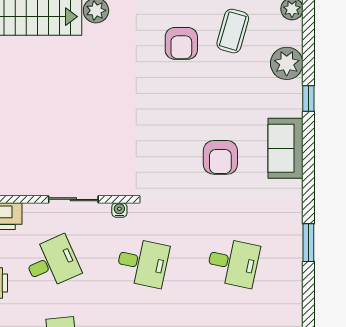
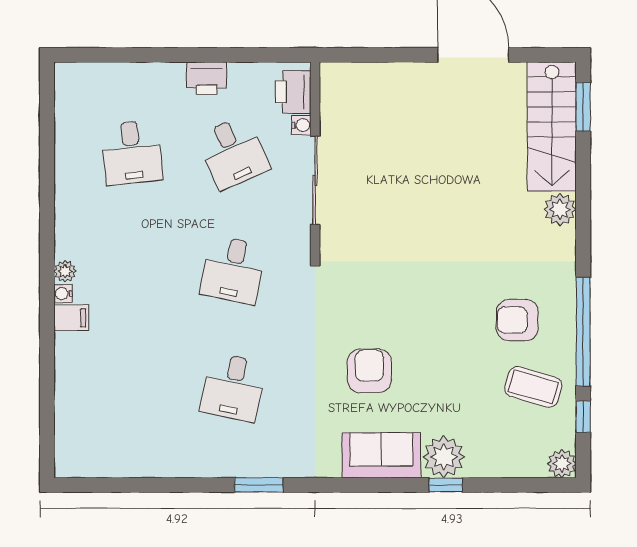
plant: (287, 63) -> (444, 457), moved
armchair: (220, 157) -> (369, 371), turned 90
sliding door: (73, 199) -> (315, 180), width x1.37
water cooler: (119, 210) -> (301, 125), moved

